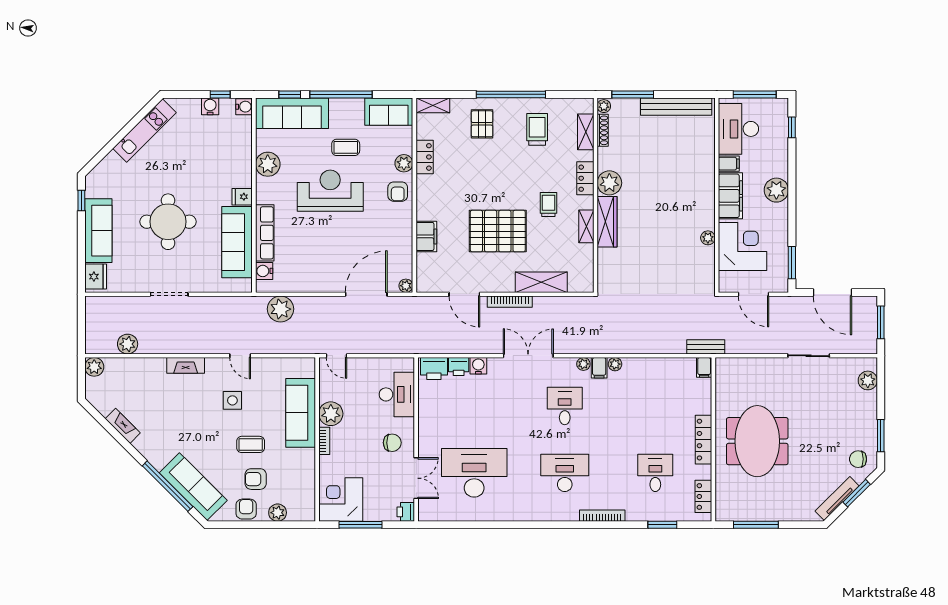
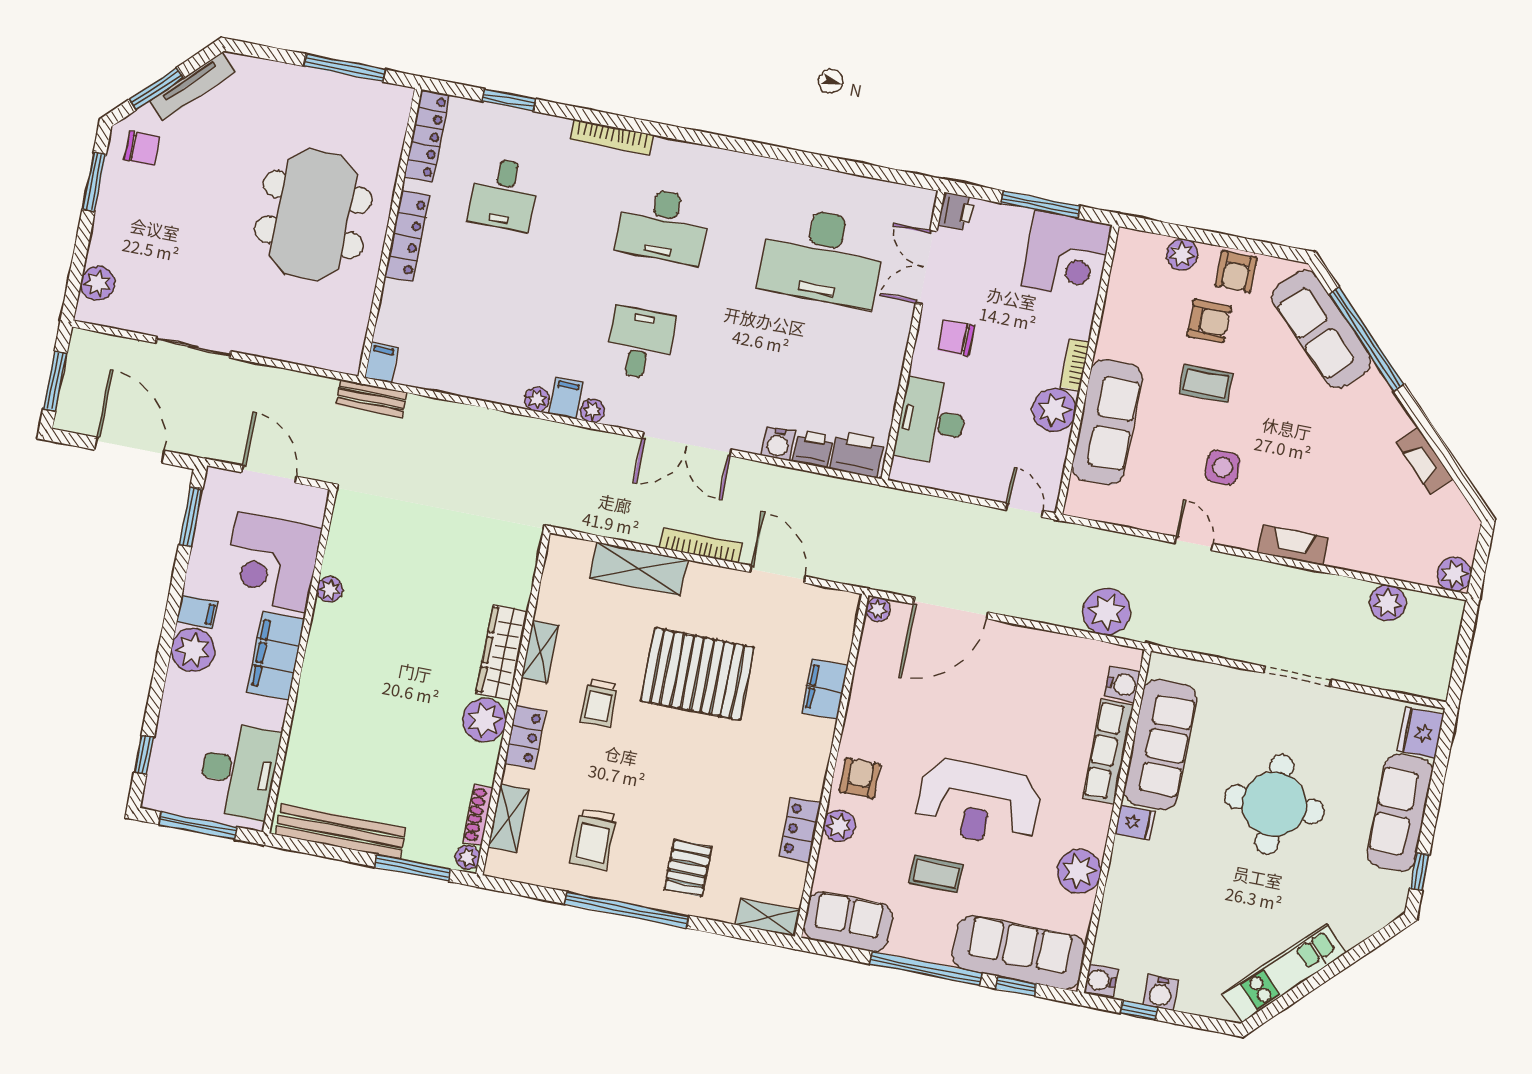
filing cabinet: (729, 164) -> (197, 612), moved, turned 180
desk: (565, 406) -> (640, 343), turned 180
locker: (703, 496) -> (427, 136), width x1.53

